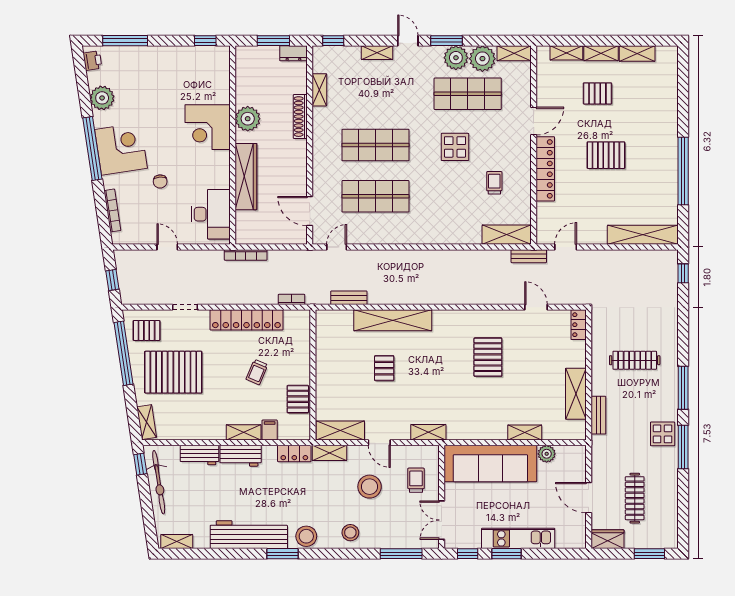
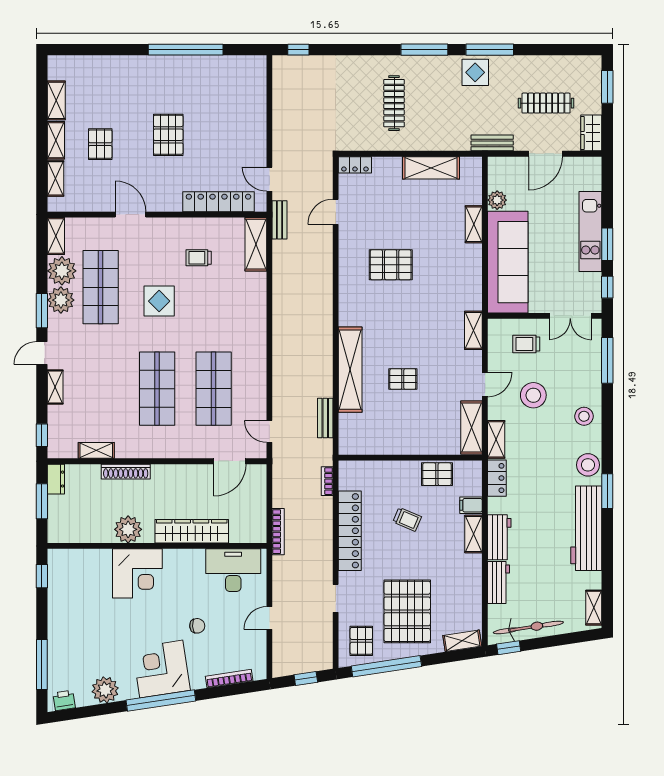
locker: (545, 169) -> (218, 202), moved
shelving: (643, 235) -> (256, 94), removed
bench: (598, 415) -> (492, 143), moved

